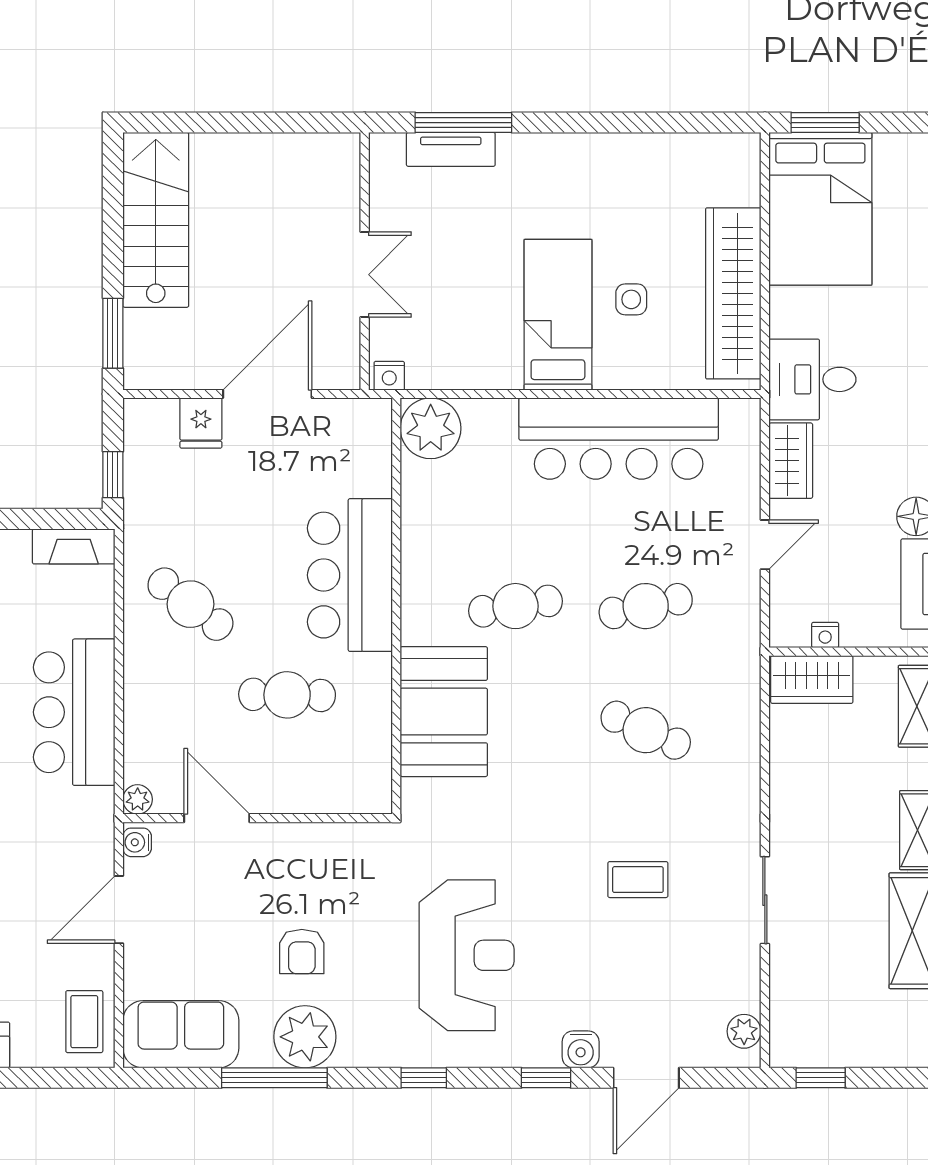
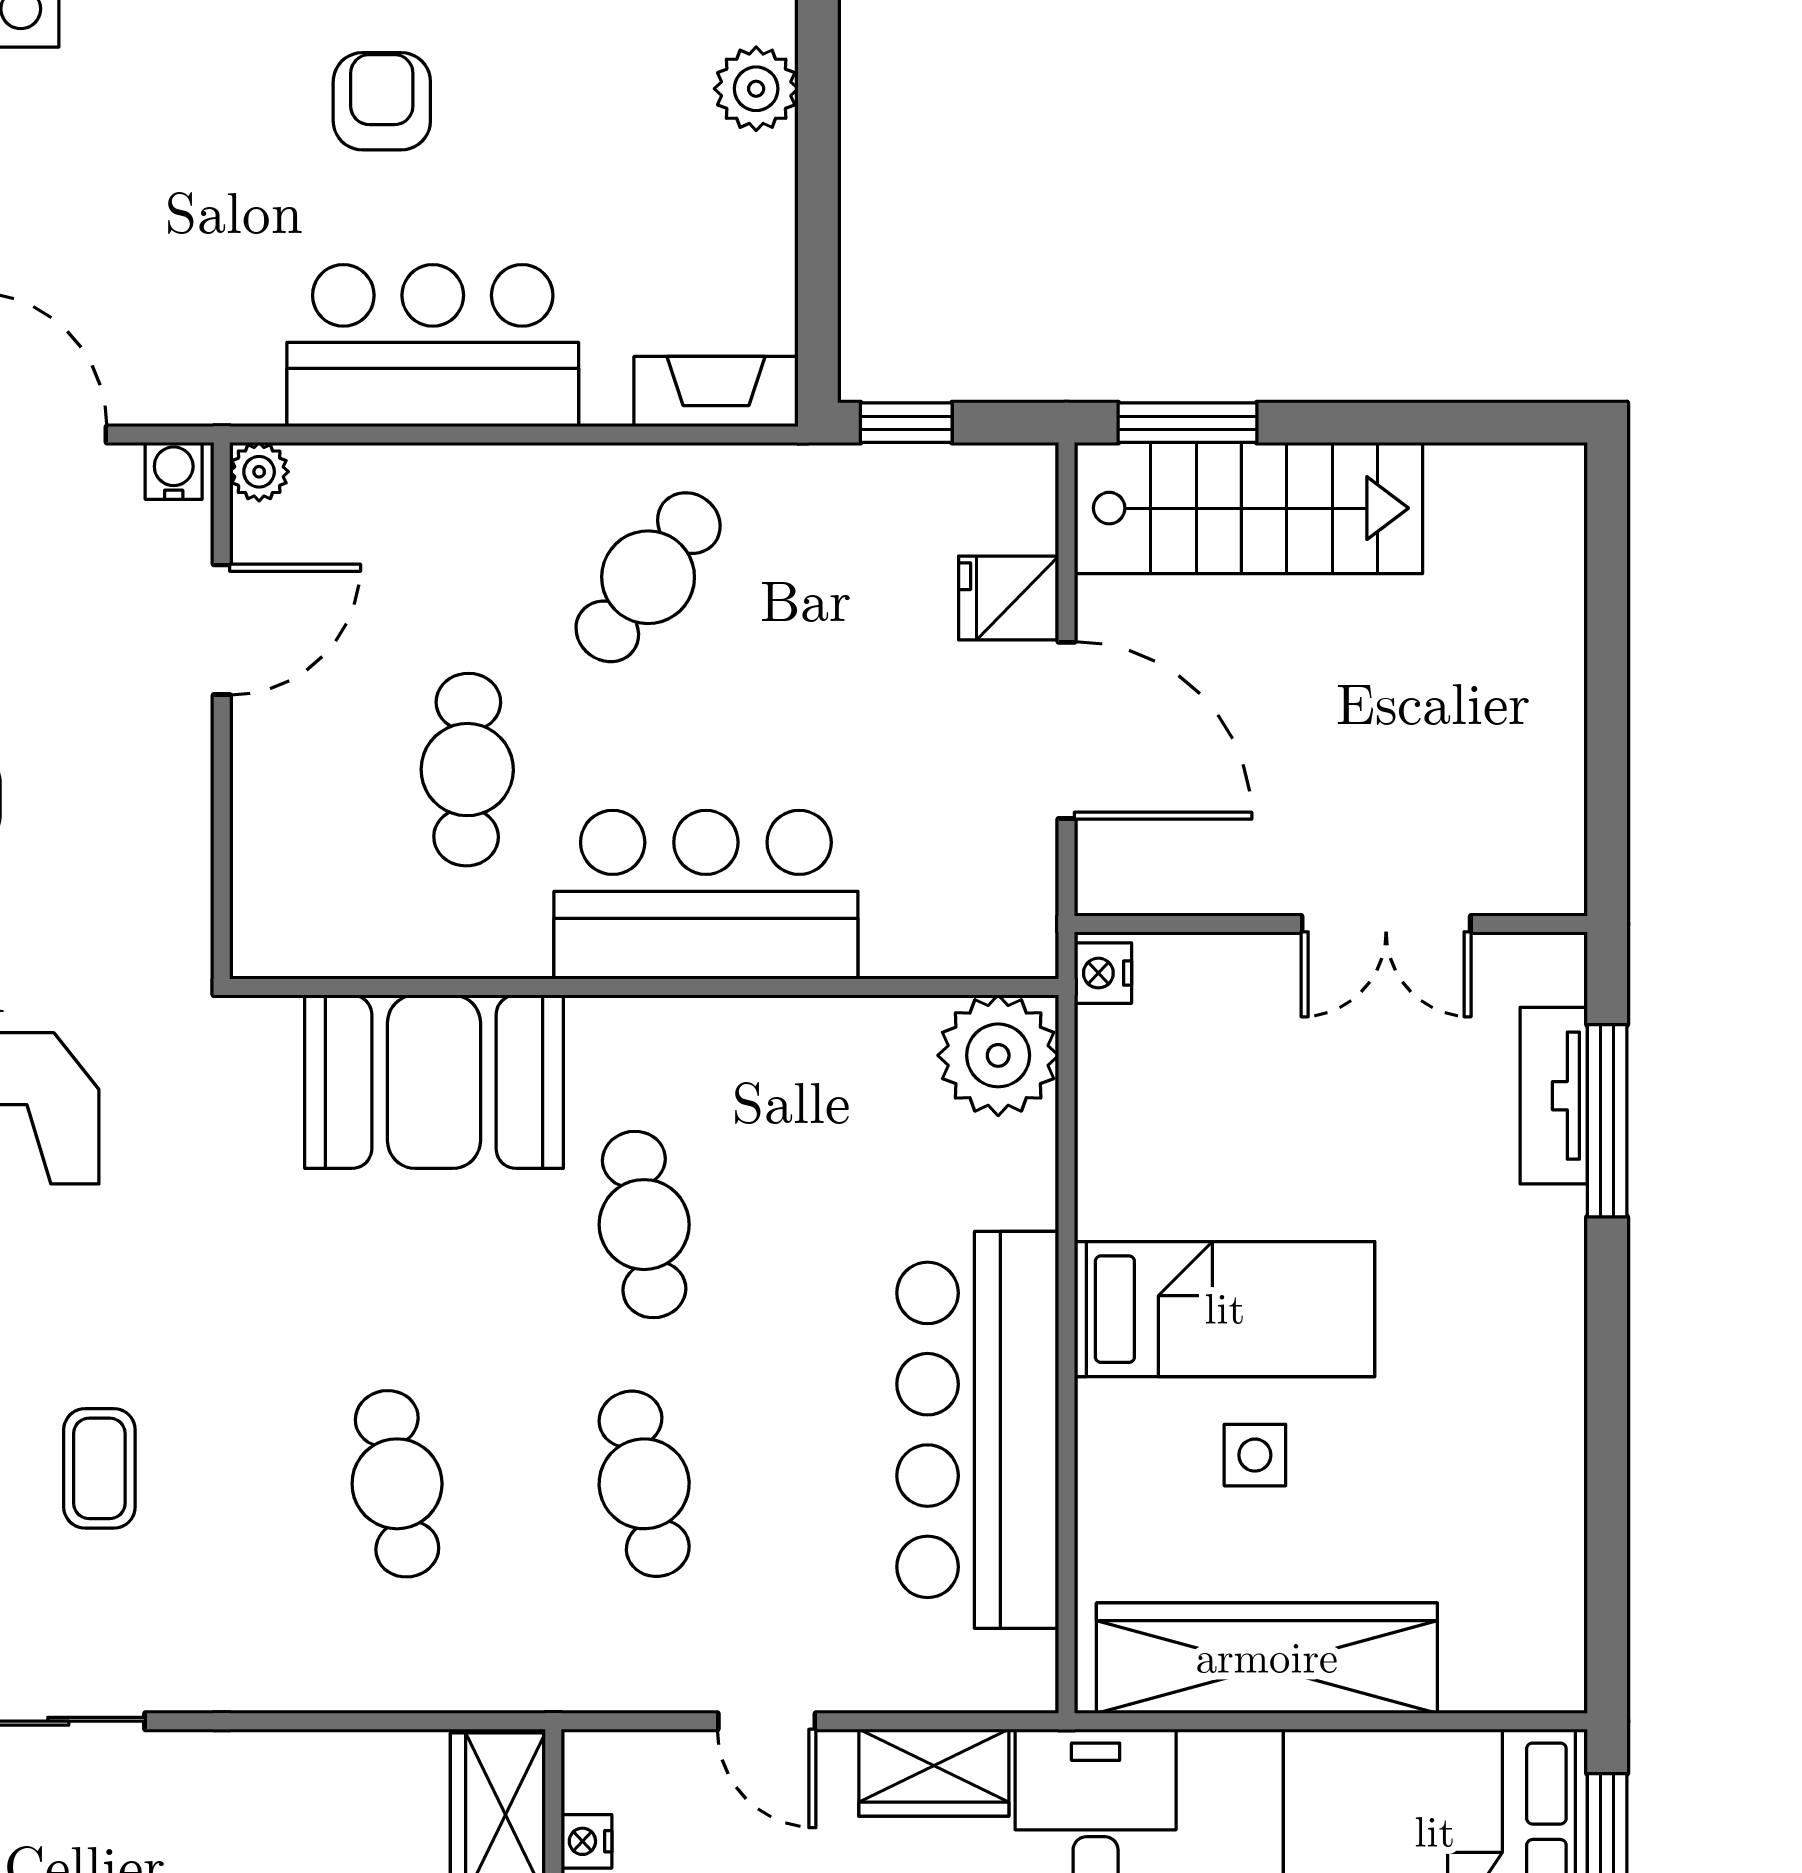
stairs: (156, 220) -> (1248, 508), moved
double door: (365, 275) -> (1386, 924), moved
fireplace: (74, 546) -> (716, 392), moved, turned 90
cafe table: (646, 730) -> (397, 1484), turned -33

